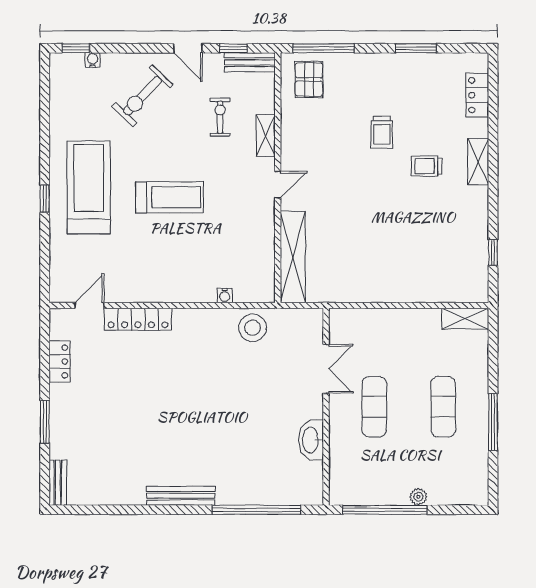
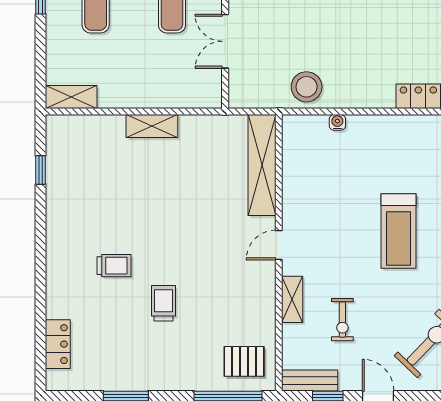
pallet: (309, 79) -> (244, 361), turned 90
shelving: (478, 162) -> (152, 126), moved, turned 90
treadmill: (169, 197) -> (398, 231), turned -90

